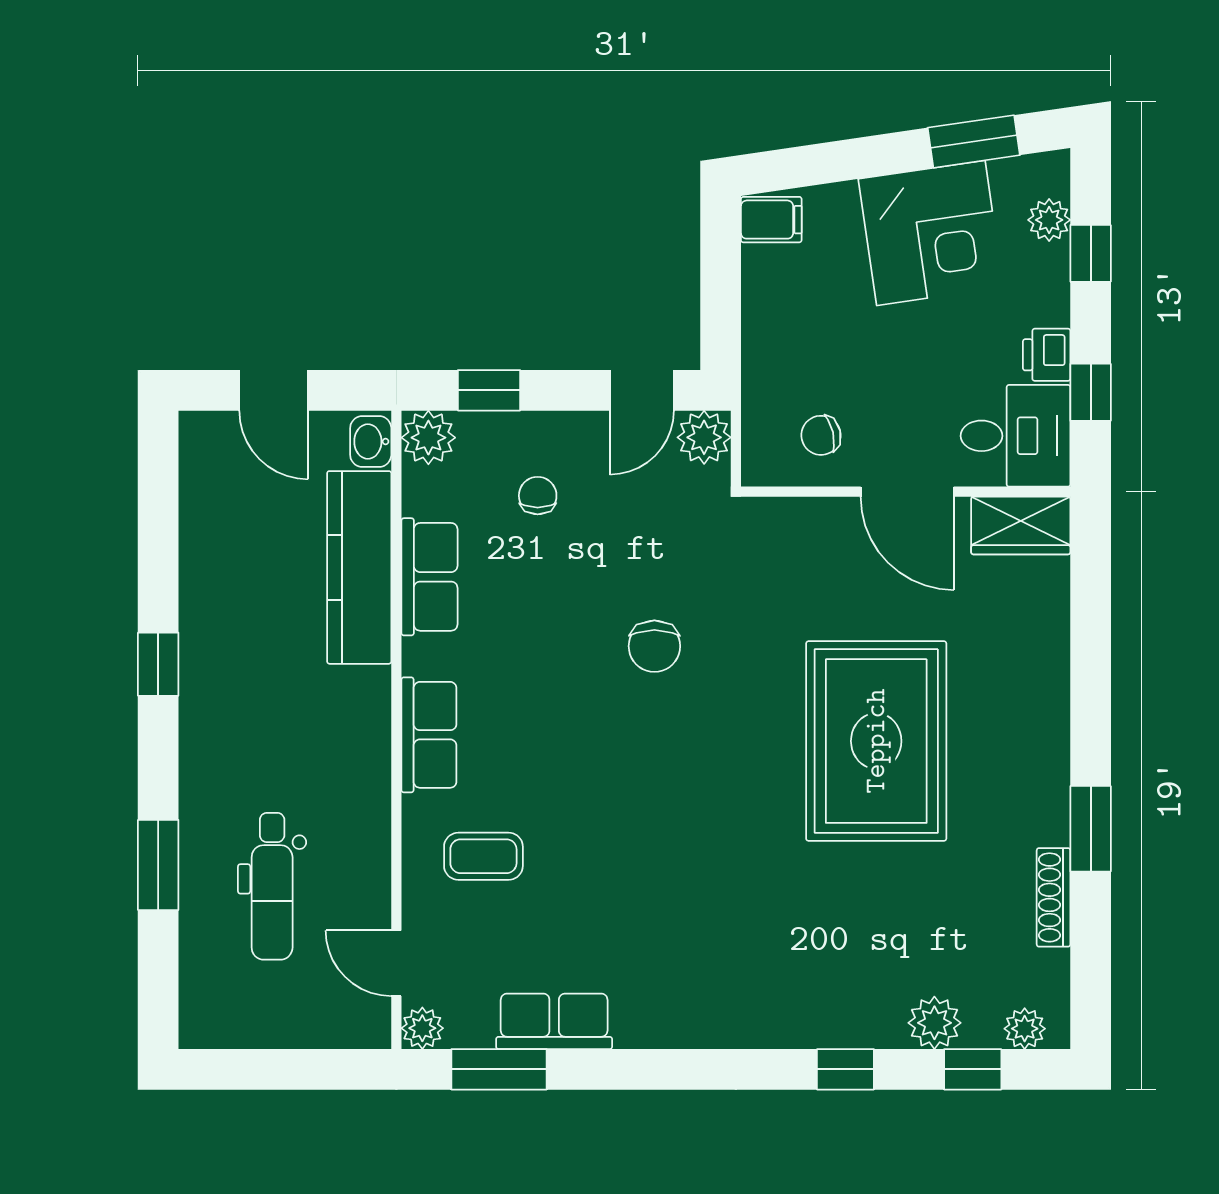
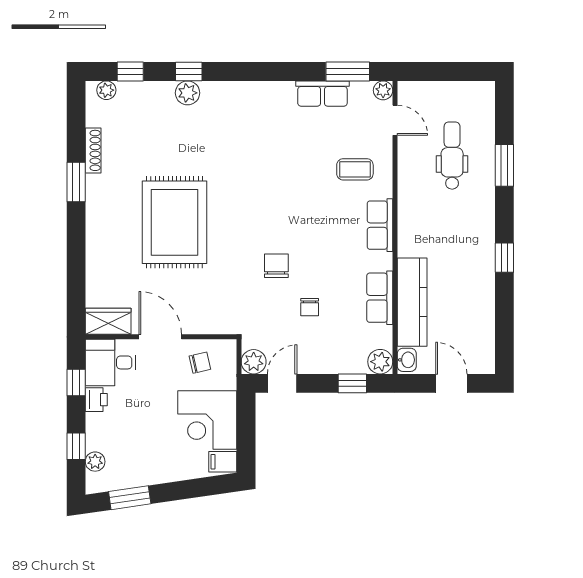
corner desk: (931, 233) -> (207, 420), moved, turned -82
chair: (538, 496) -> (310, 307), moved
plant: (934, 1023) -> (188, 93), moved

